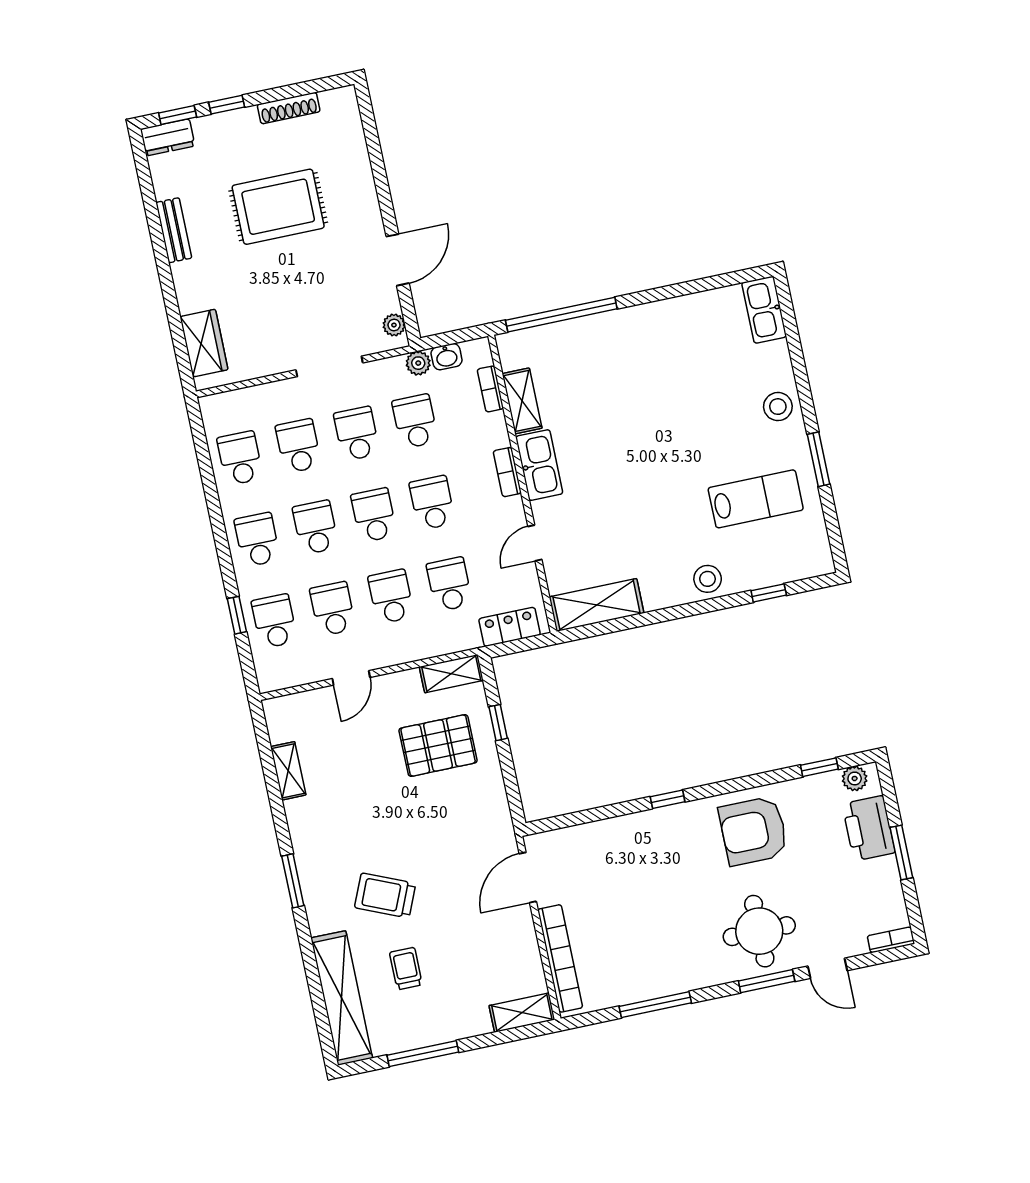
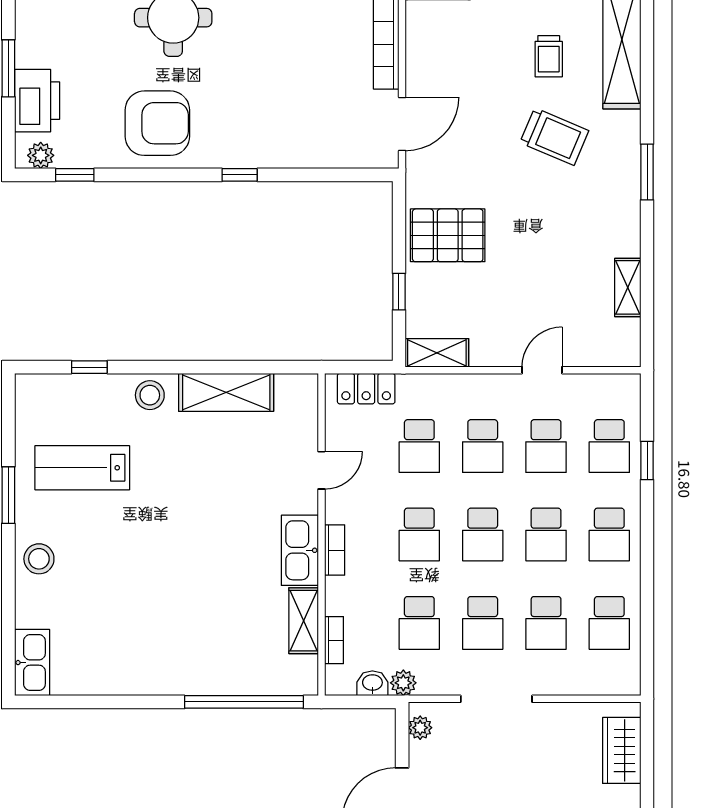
shelving: (597, 605) -> (226, 392), moved
pallet: (438, 746) -> (448, 235), moved

